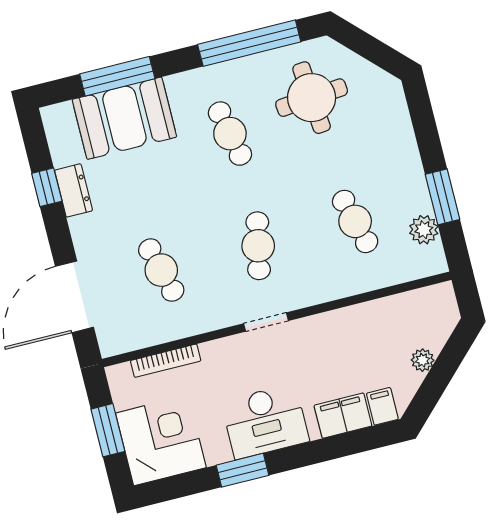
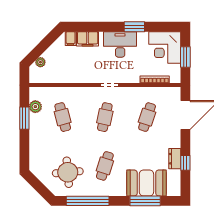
cafe table: (230, 134) -> (105, 166), turned 30
cafe table: (161, 270) -> (147, 117), turned 33
plant: (423, 360) -> (40, 62), moved

